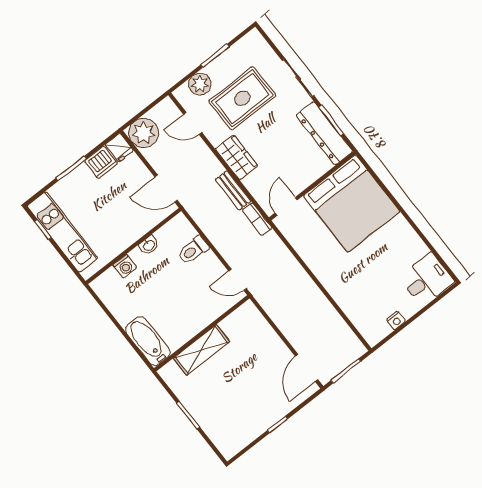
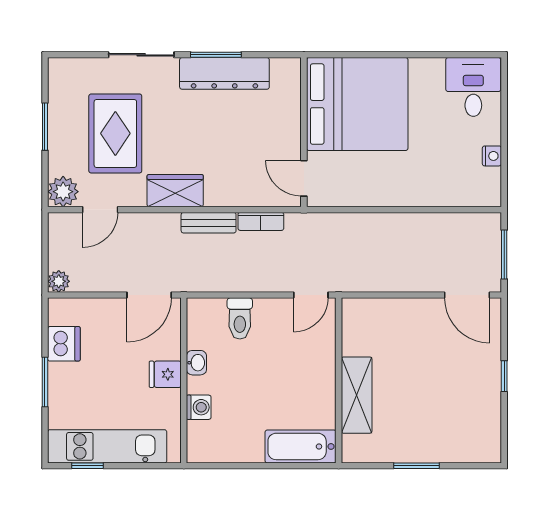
plant: (200, 84) -> (63, 192), moved
plant: (144, 133) -> (59, 281), width x0.53, depth x0.53
fridge: (119, 148) -> (165, 374), moved, turned 180
wall: (312, 186) -> (304, 132), moved
bed: (352, 204) -> (357, 104), moved
door: (286, 206) -> (304, 178), moved

